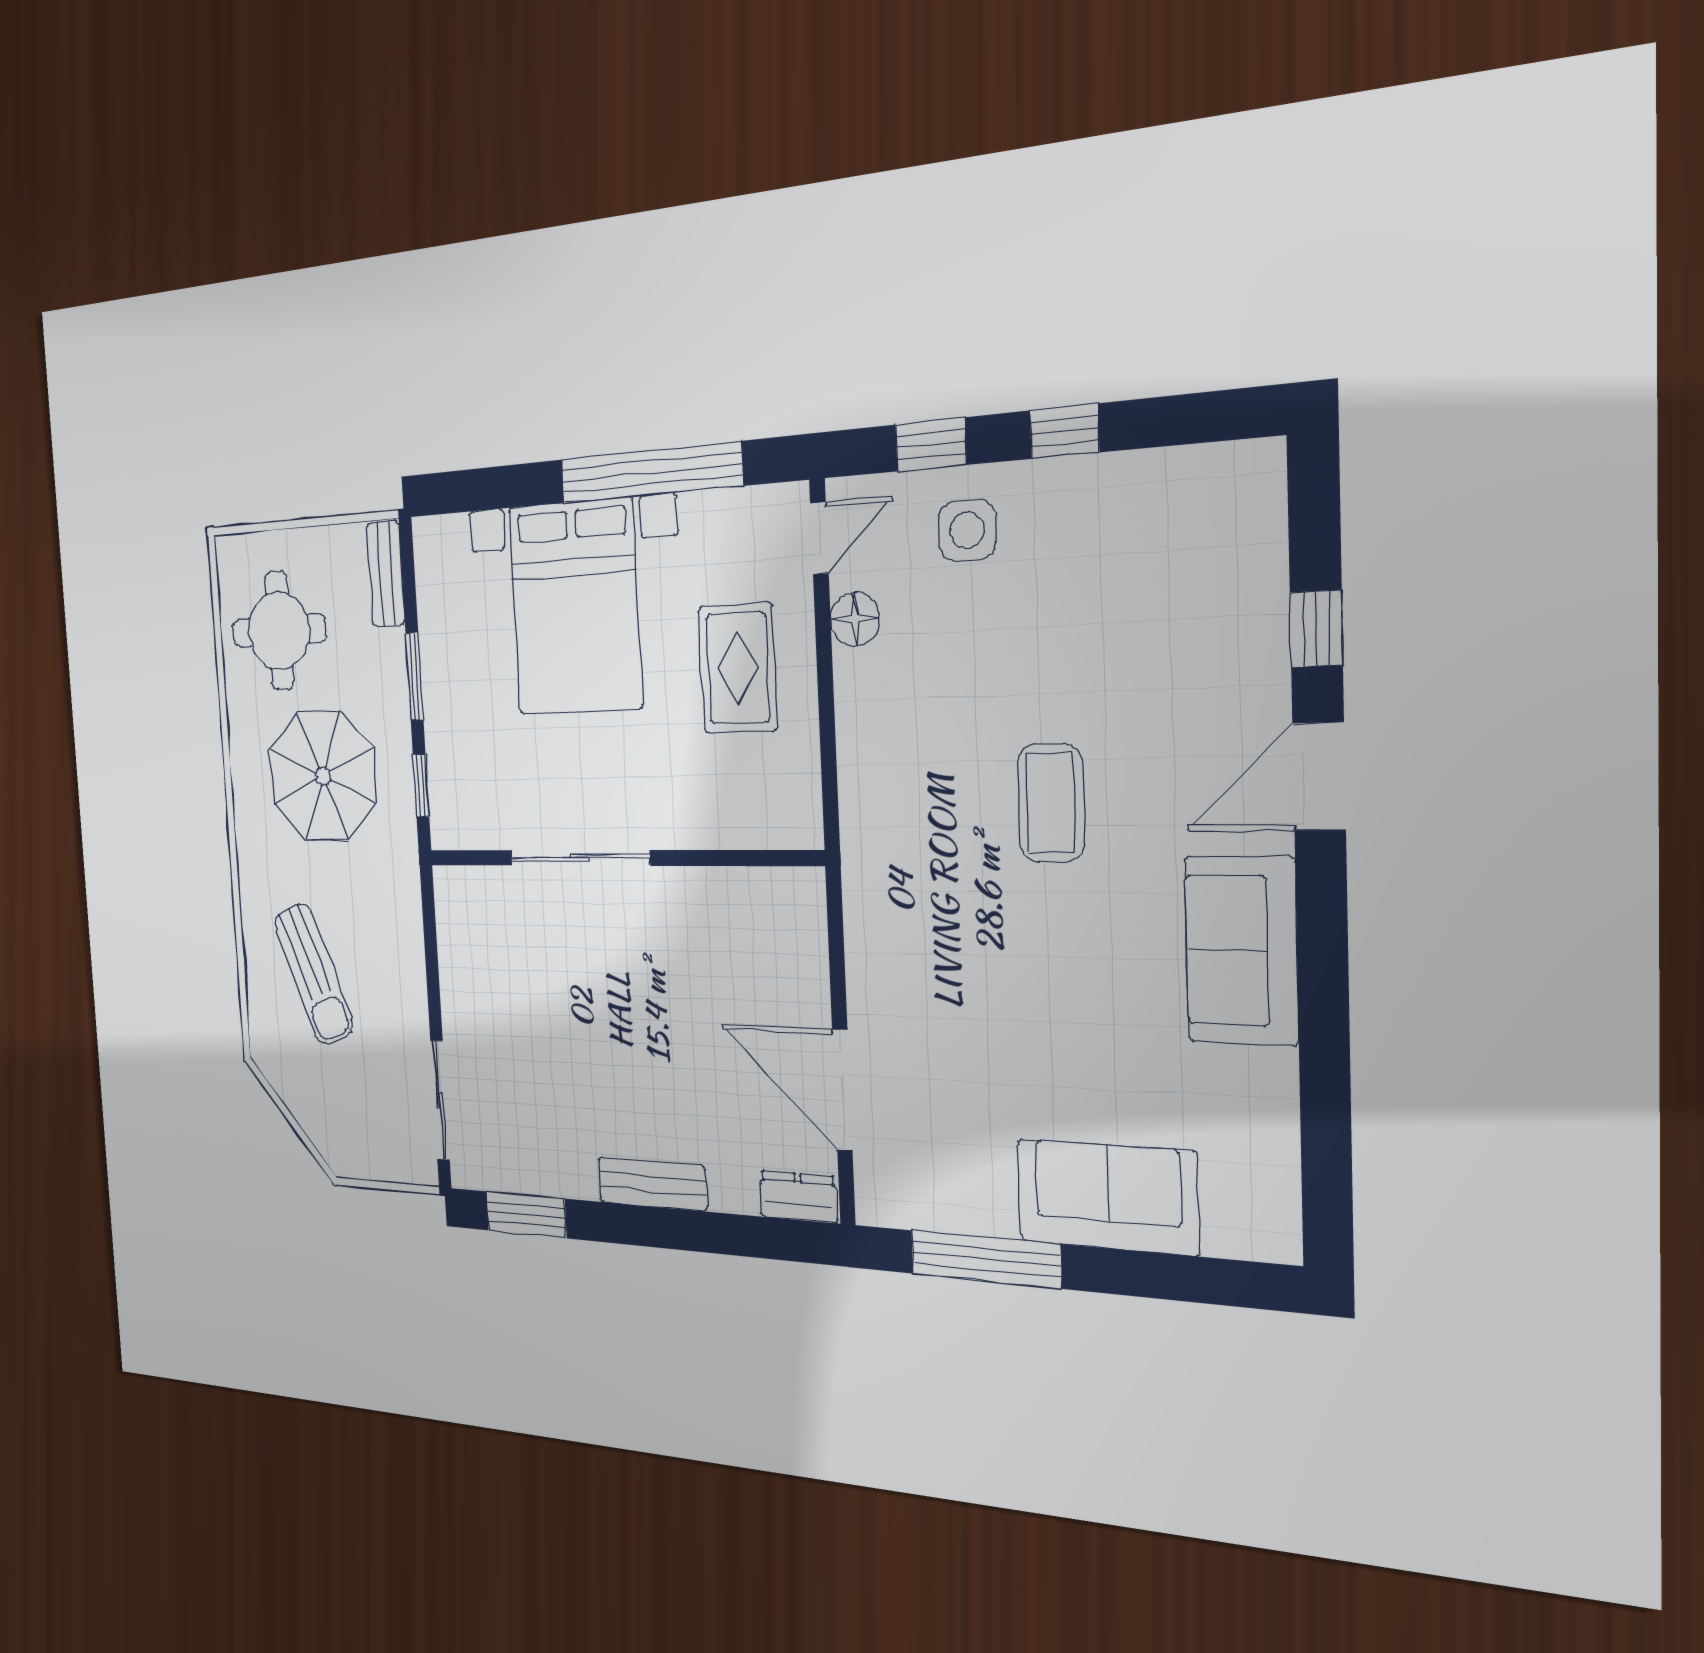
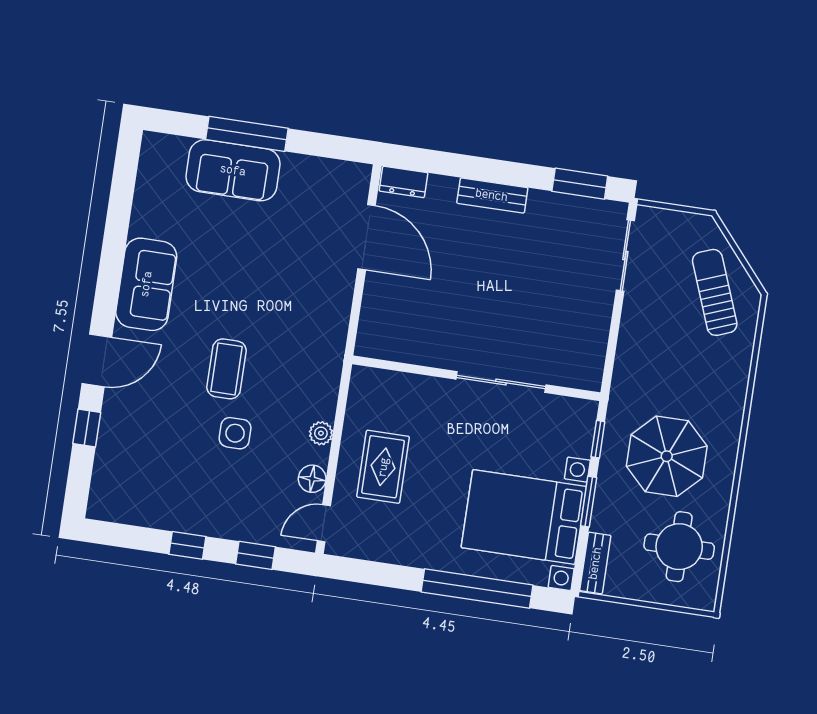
window: (651, 472) -> (477, 589), moved
side table: (967, 530) -> (235, 433), moved
bed with nightstands: (576, 607) -> (524, 517), moved, turned -90
plant: (855, 709) -> (321, 433), added
sun lounger: (313, 974) -> (715, 292), moved
window: (985, 1259) -> (247, 134), moved

